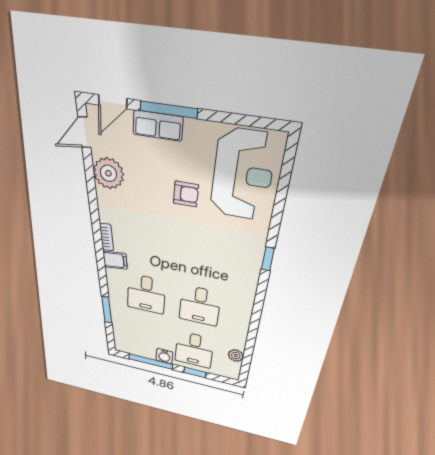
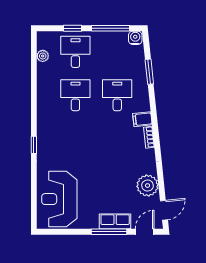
armchair: (186, 194) -> (94, 180), removed
water cooler: (164, 356) -> (135, 38), moved

